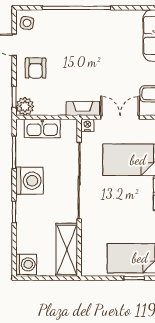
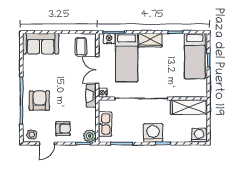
armchair: (76, 34) -> (39, 101), added
washing machine: (29, 181) -> (153, 133), moved

